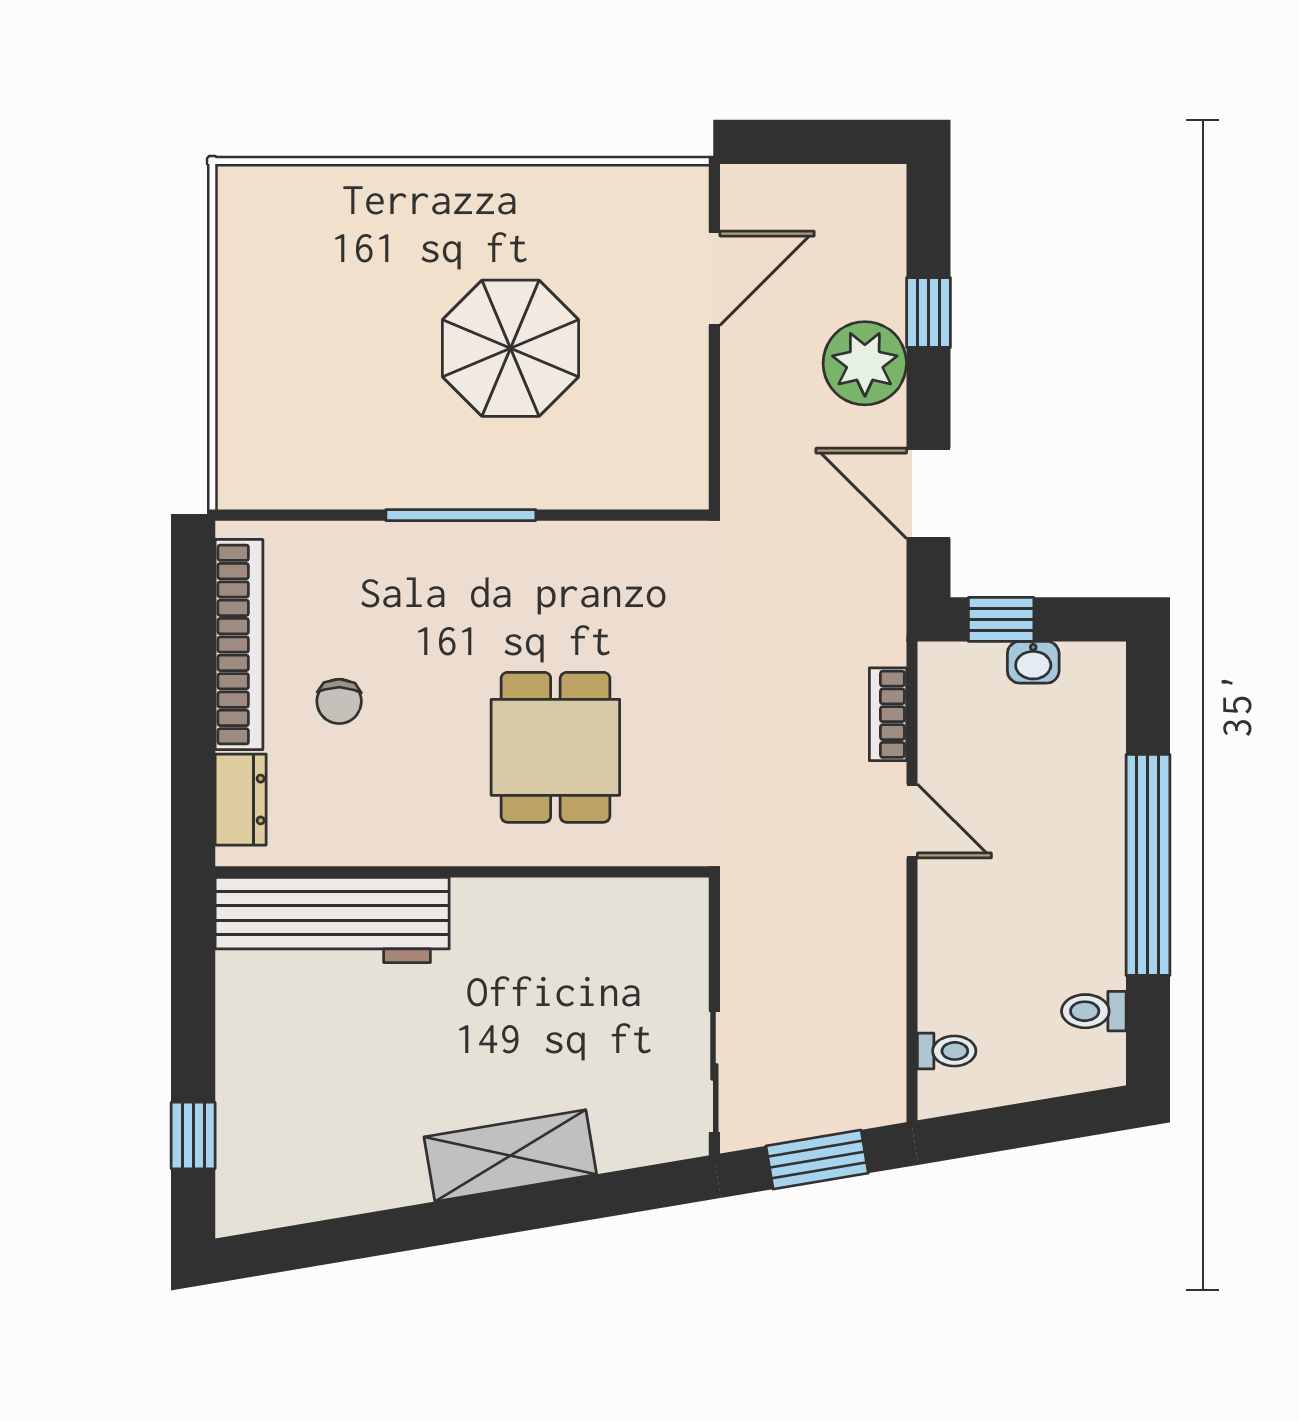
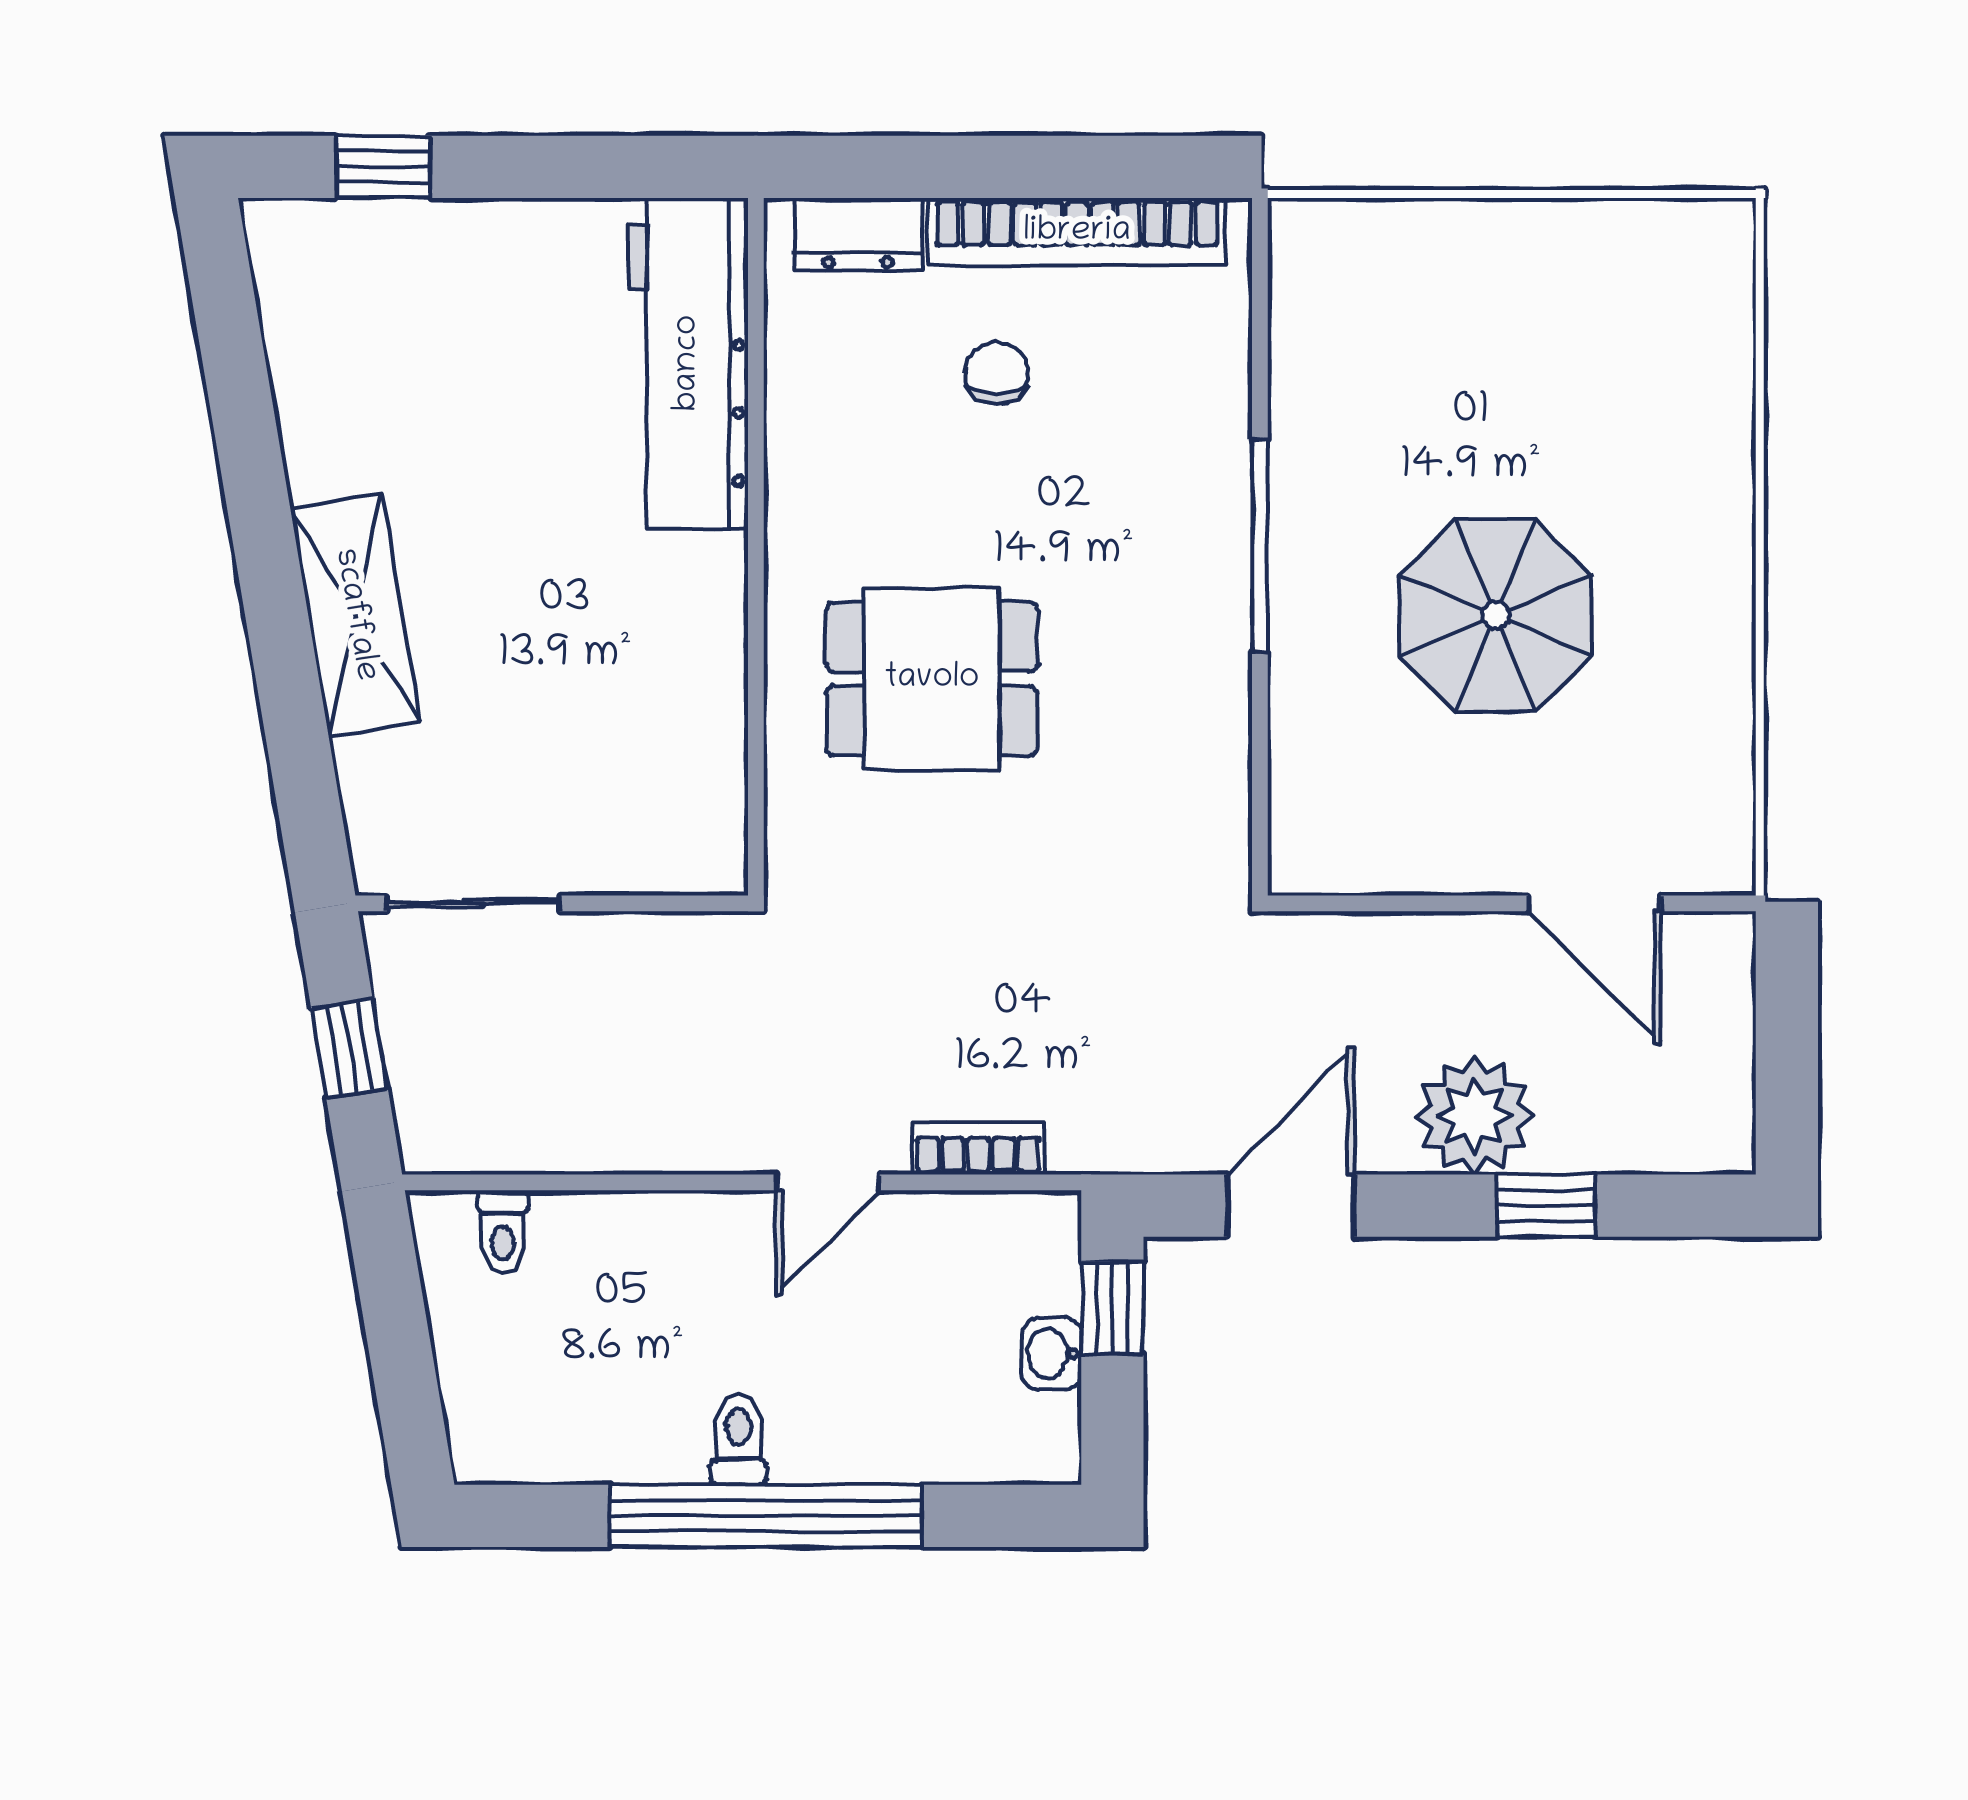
chair: (339, 701) -> (997, 373), turned 89
toilet: (1094, 1011) -> (738, 1439), moved
window: (817, 1160) -> (349, 1048), width x0.67

